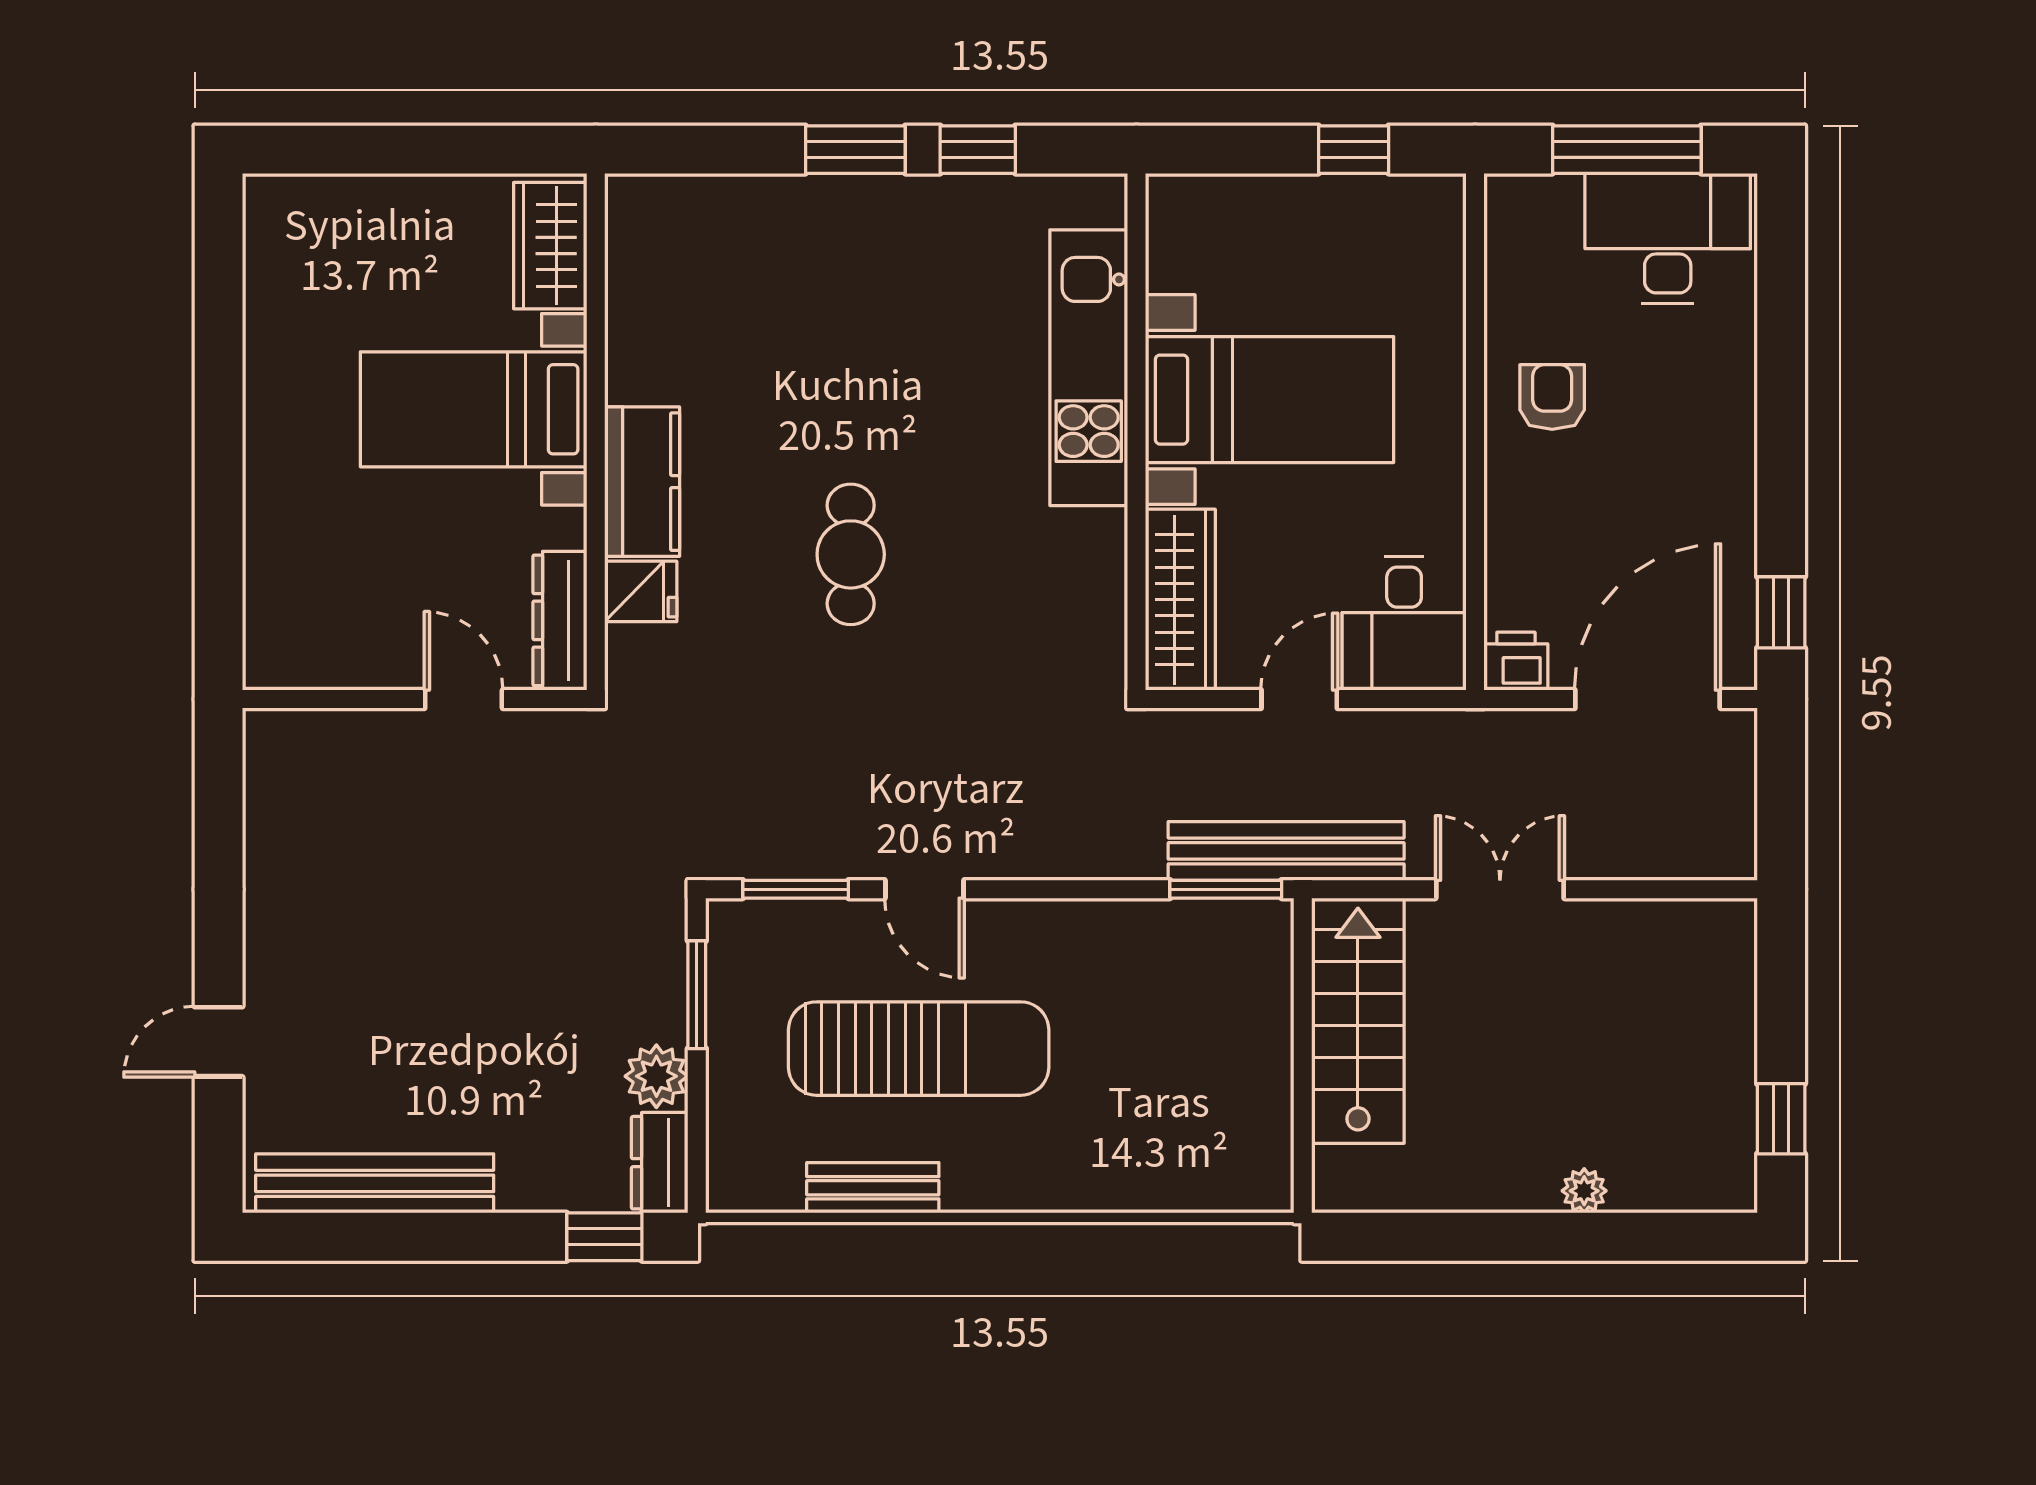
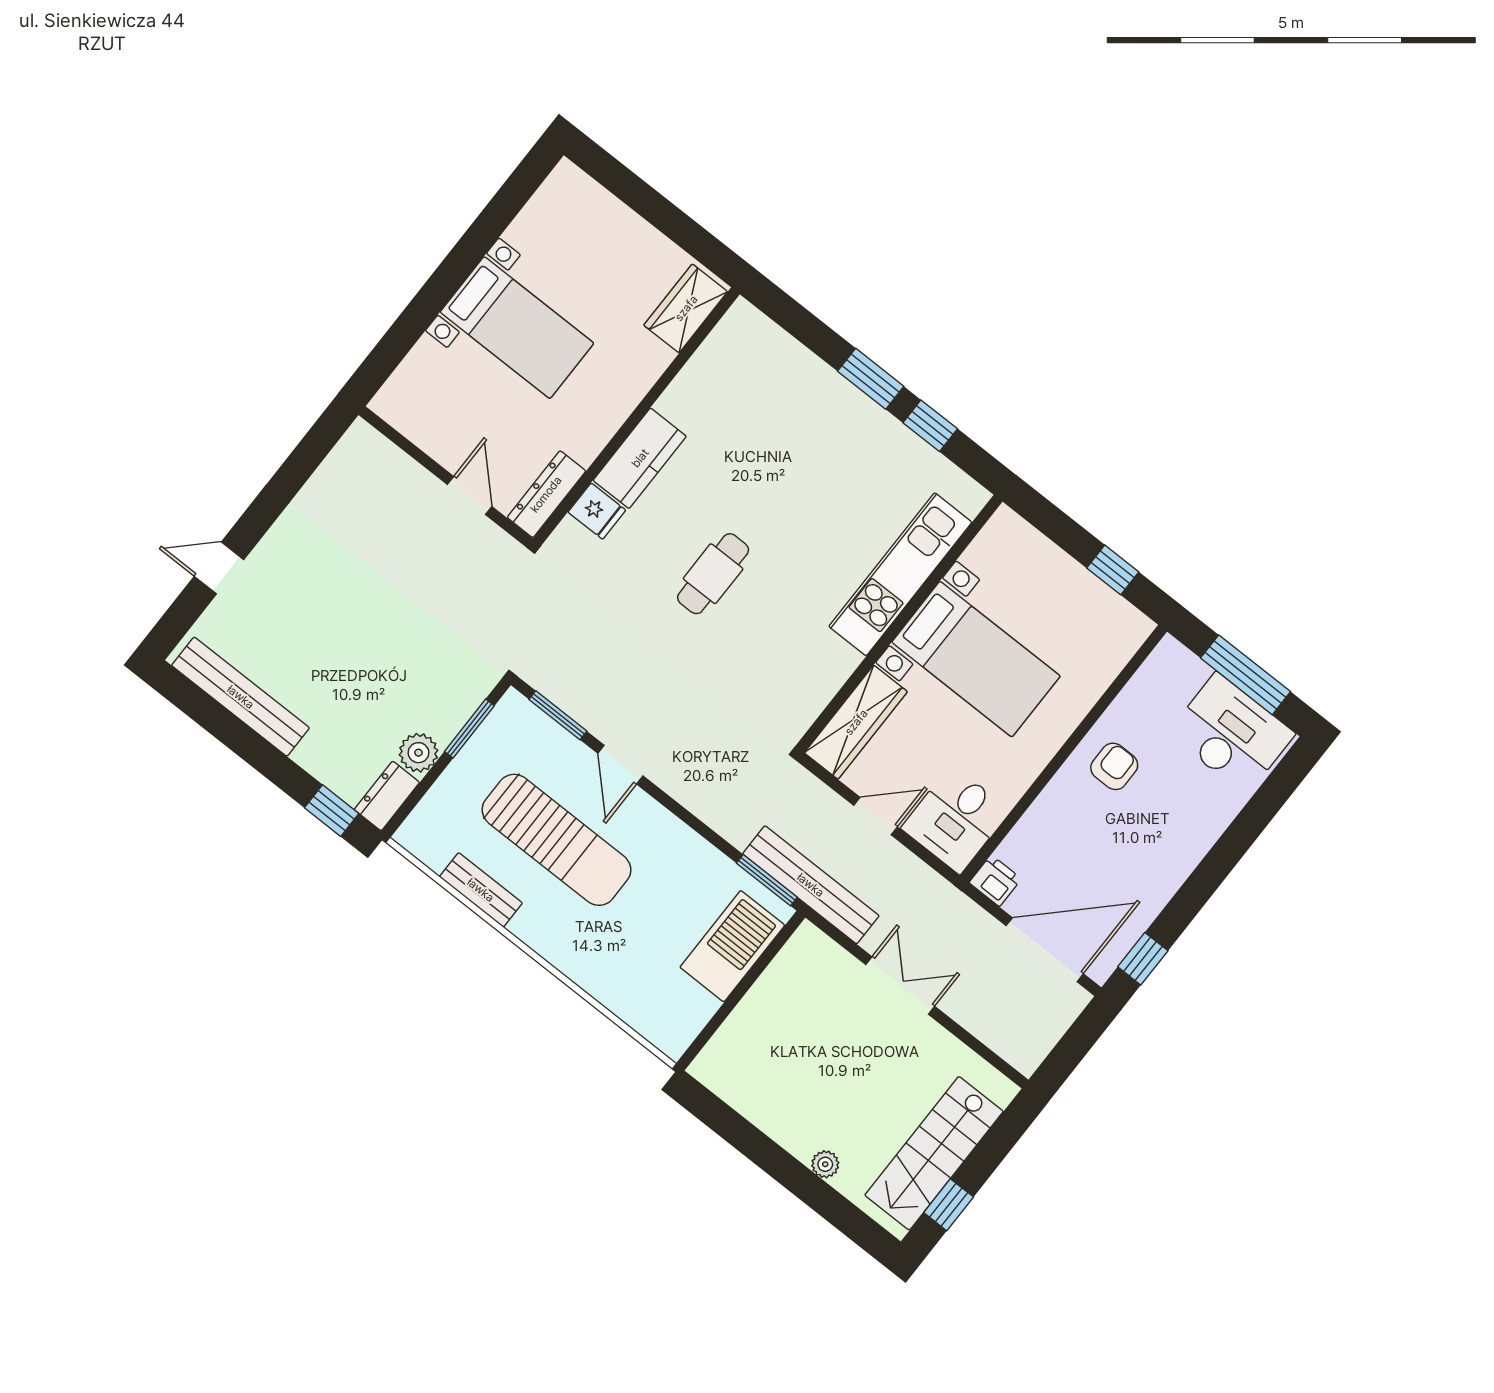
bed with nightstands: (474, 409) -> (517, 328), moved, turned 180
barbecue: (1248, 1007) -> (732, 946), added
stairs: (1358, 1021) -> (934, 1153), moved, turned 180

